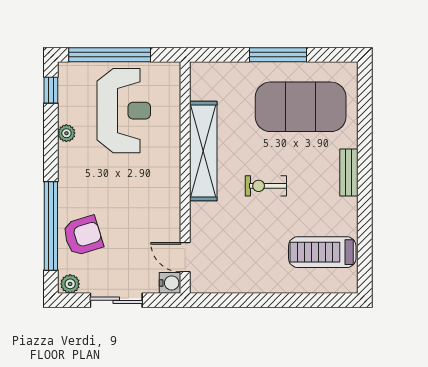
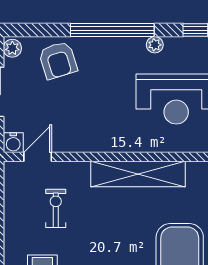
exercise bike: (266, 186) -> (56, 208), moved
window: (51, 226) -> (112, 30), moved

